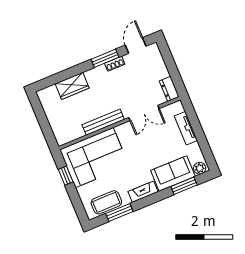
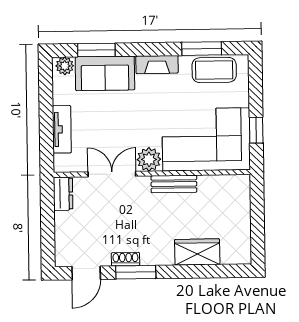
bench: (103, 122) -> (174, 184), width x0.73
plant: (125, 131) -> (149, 159), added

